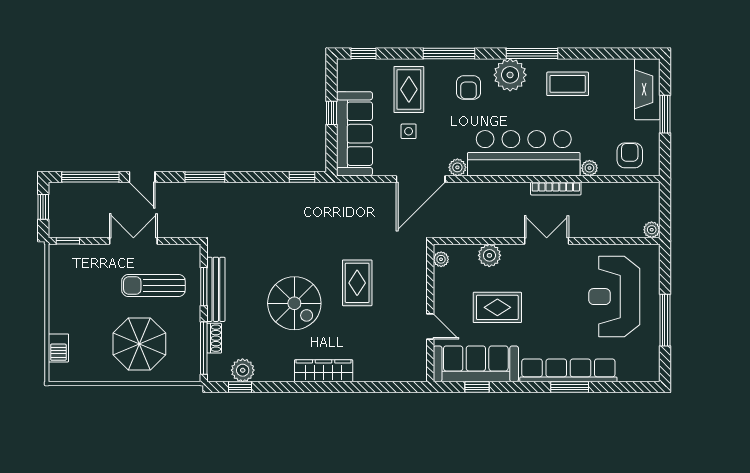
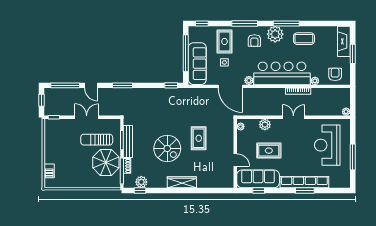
window: (331, 113) -> (186, 53), width x3.17
door: (421, 179) -> (230, 86), hinge flipped
parasol: (139, 344) -> (106, 162), moved

